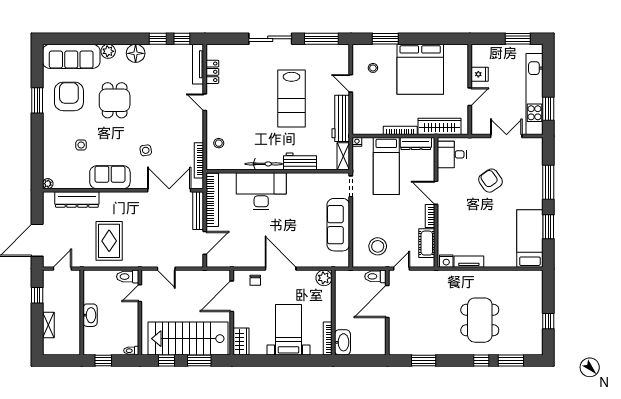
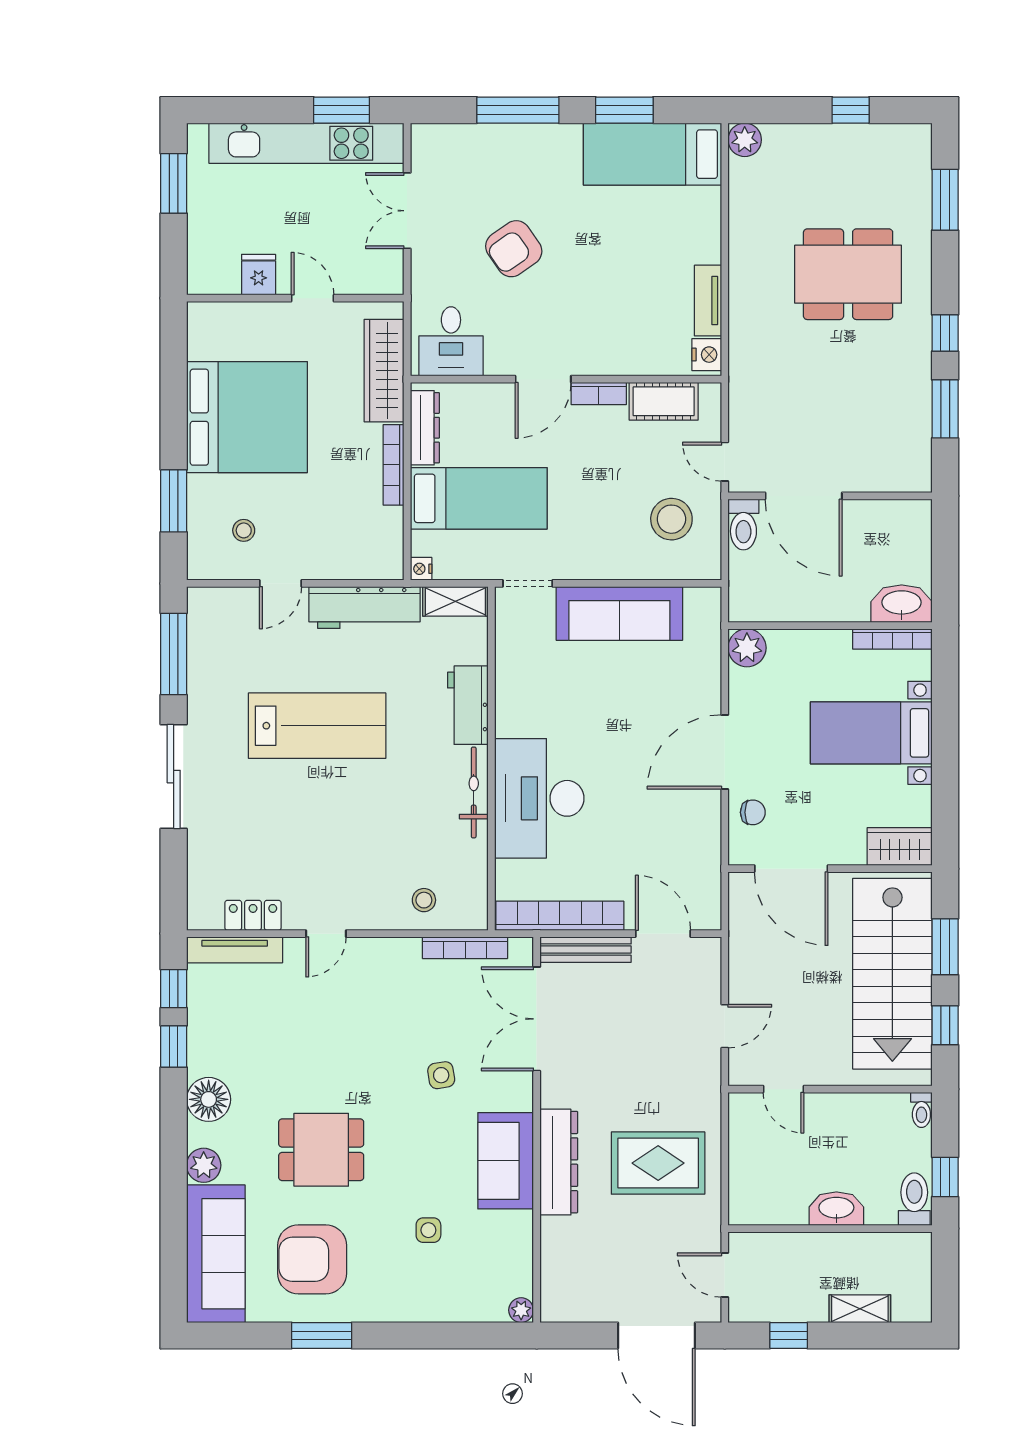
dresser: (77, 199) -> (559, 1162), moved
toilet: (128, 277) -> (914, 1199), moved, turned 180
plant: (536, 277) -> (745, 140), added
window: (481, 361) -> (945, 333), moved

